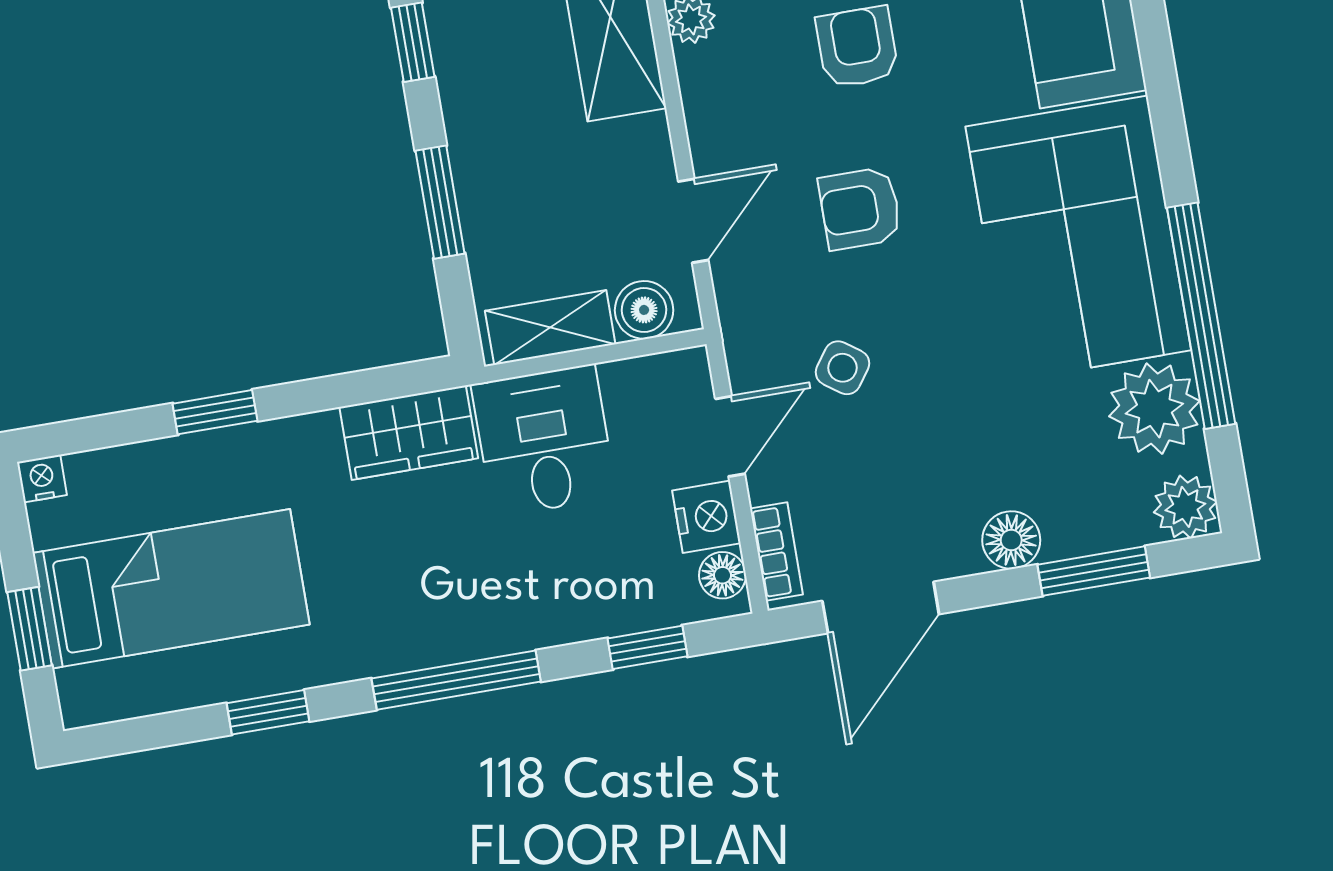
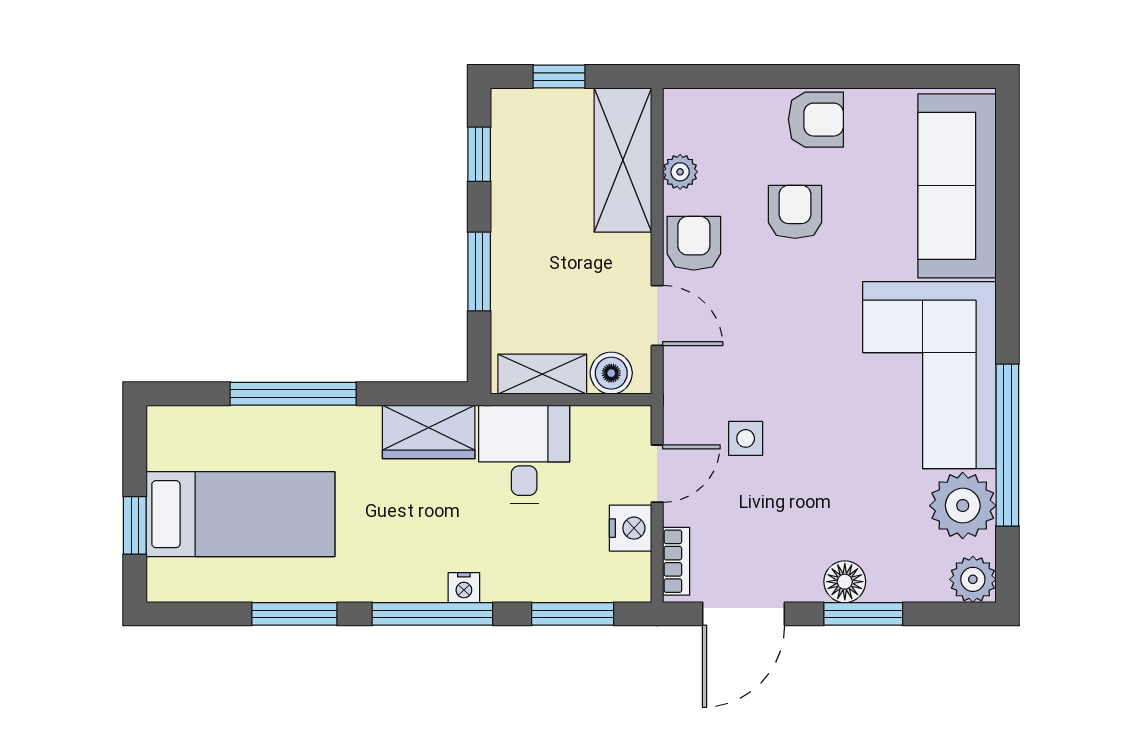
armchair: (860, 209) -> (694, 243), moved, turned 90
door: (693, 221) -> (657, 316), hinge flipped
side table: (843, 368) -> (746, 438), turned -36
window: (215, 412) -> (293, 394), width x2.17
nightstand: (42, 479) -> (464, 588), moved, turned 180
window: (1094, 571) -> (863, 614), moved
floor lamp: (722, 575) -> (635, 572), removed
window: (648, 647) -> (573, 614), width x1.50
window: (268, 712) -> (294, 614), width x1.50

